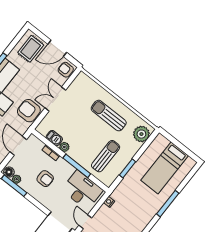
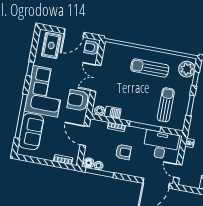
plant: (64, 147) -> (100, 111), moved
window: (145, 147) -> (195, 79), added

